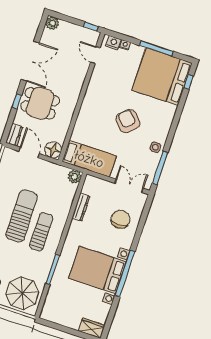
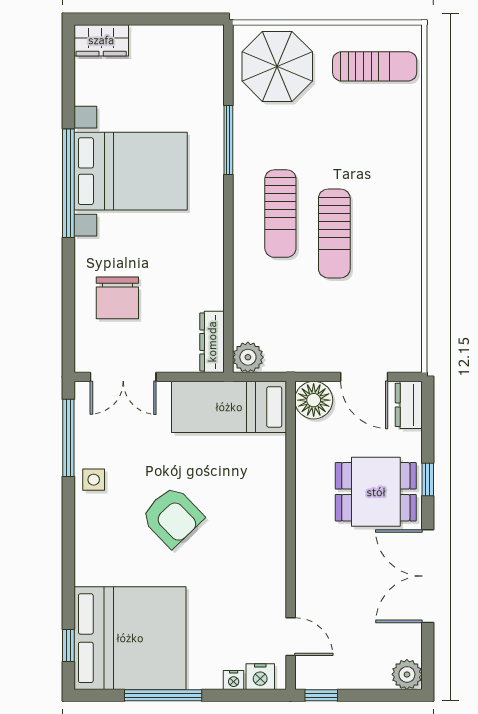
dresser: (81, 207) -> (212, 342), moved
sun lounger: (22, 216) -> (334, 233), width x0.73, depth x0.75

